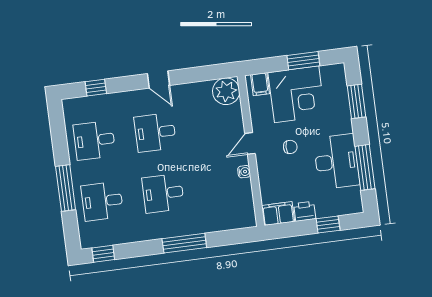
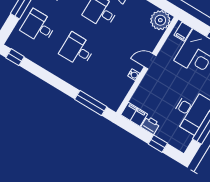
chair: (290, 147) -> (172, 82), removed
window: (184, 243) -> (91, 103), moved

